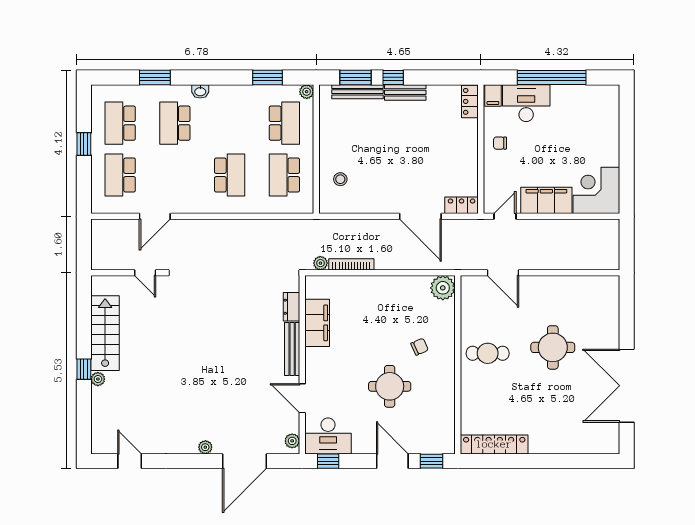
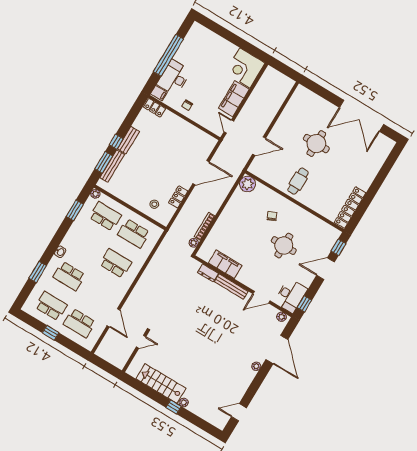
school desk: (120, 123) -> (51, 306), turned 180
locker: (462, 205) -> (178, 197), moved

